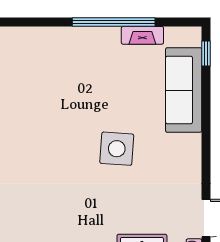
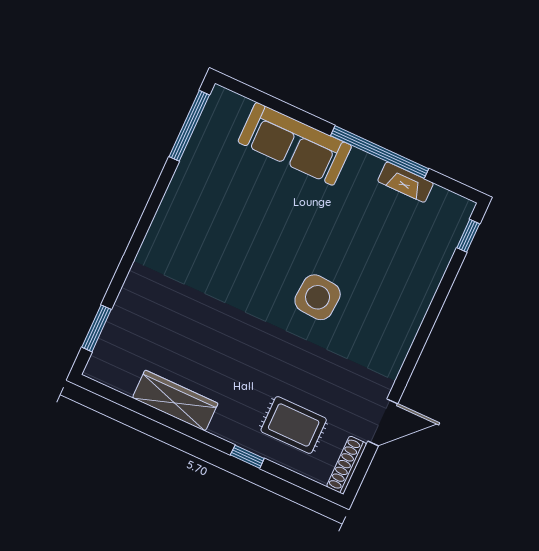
sofa: (184, 90) -> (295, 144), moved, turned -90

